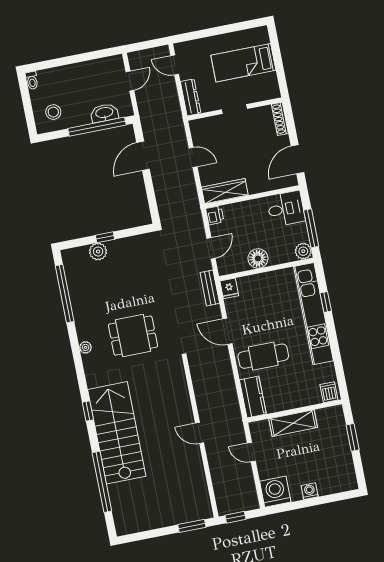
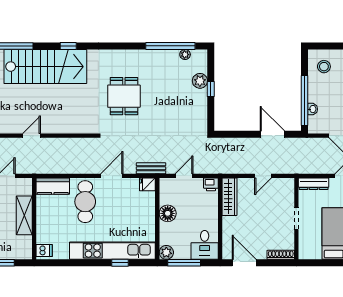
washbasin: (104, 113) -> (313, 109), width x0.52, depth x0.69
door: (211, 248) -> (184, 176), swing flipped
plant: (86, 347) -> (185, 55), moved

